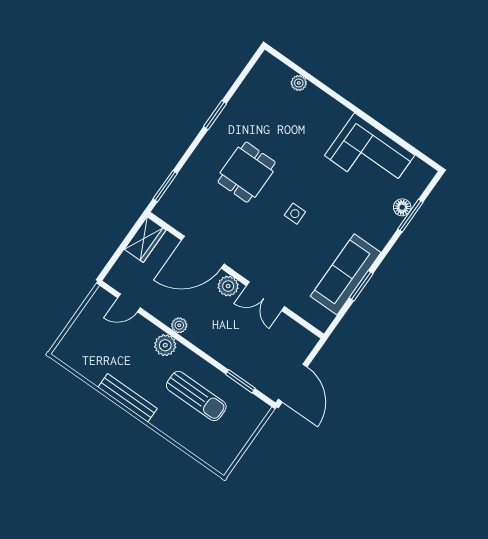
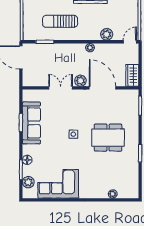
dining table: (247, 172) -> (108, 138), width x1.38
plant: (413, 189) -> (28, 182), added
floor lamp: (402, 207) -> (27, 160), moved
door: (203, 252) -> (103, 88), hinge flipped
door: (129, 303) -> (130, 42), moved
plant: (165, 345) -> (107, 34), moved

